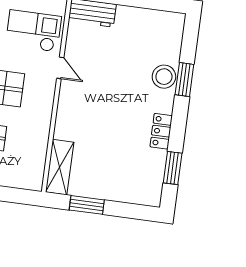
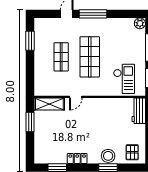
pallet: (163, 34) -> (132, 152), added
door: (60, 68) -> (76, 97), moved

